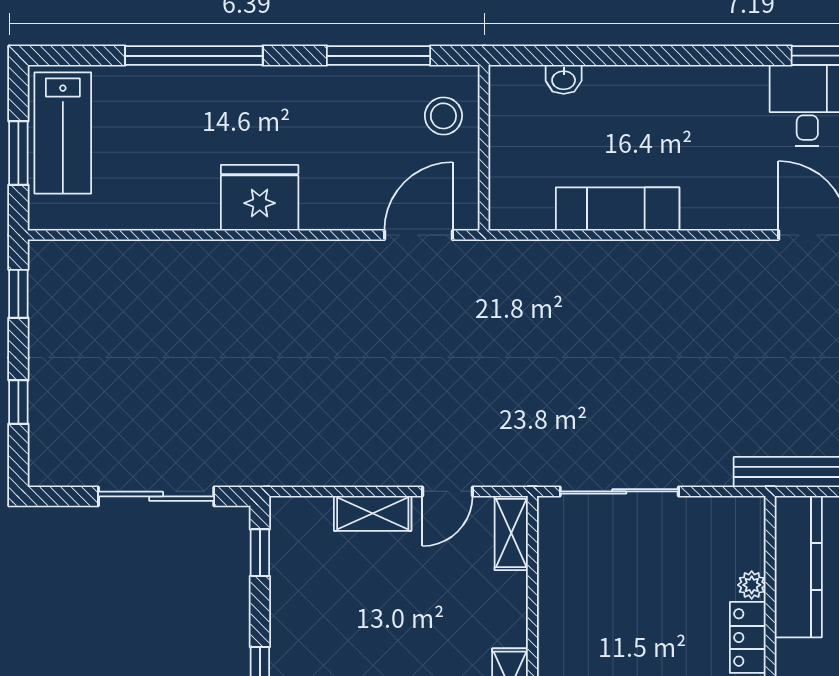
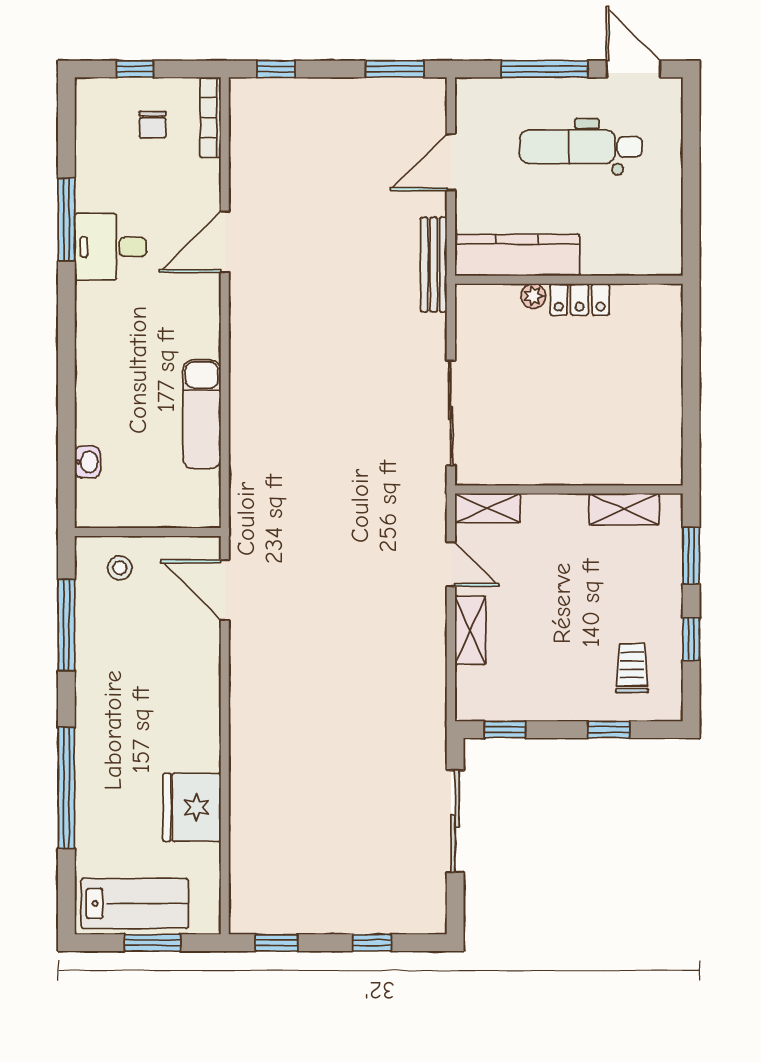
stool: (443, 116) -> (120, 568), width x0.73, depth x0.73
fridge: (260, 198) -> (192, 807), moved

